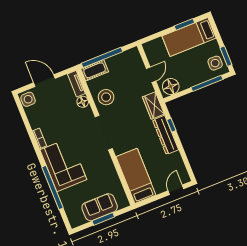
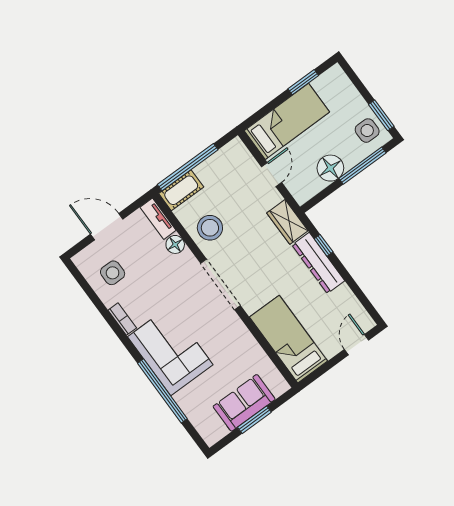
bed: (189, 37) -> (287, 121), moved, turned 180
floor lamp: (171, 87) -> (330, 168), moved
side table: (28, 99) -> (113, 273), moved

